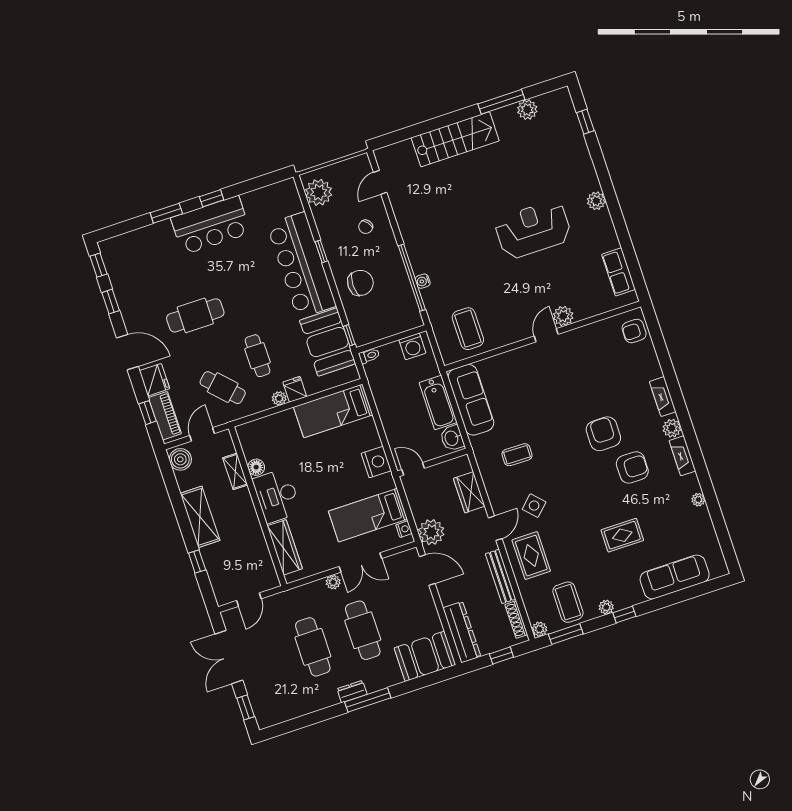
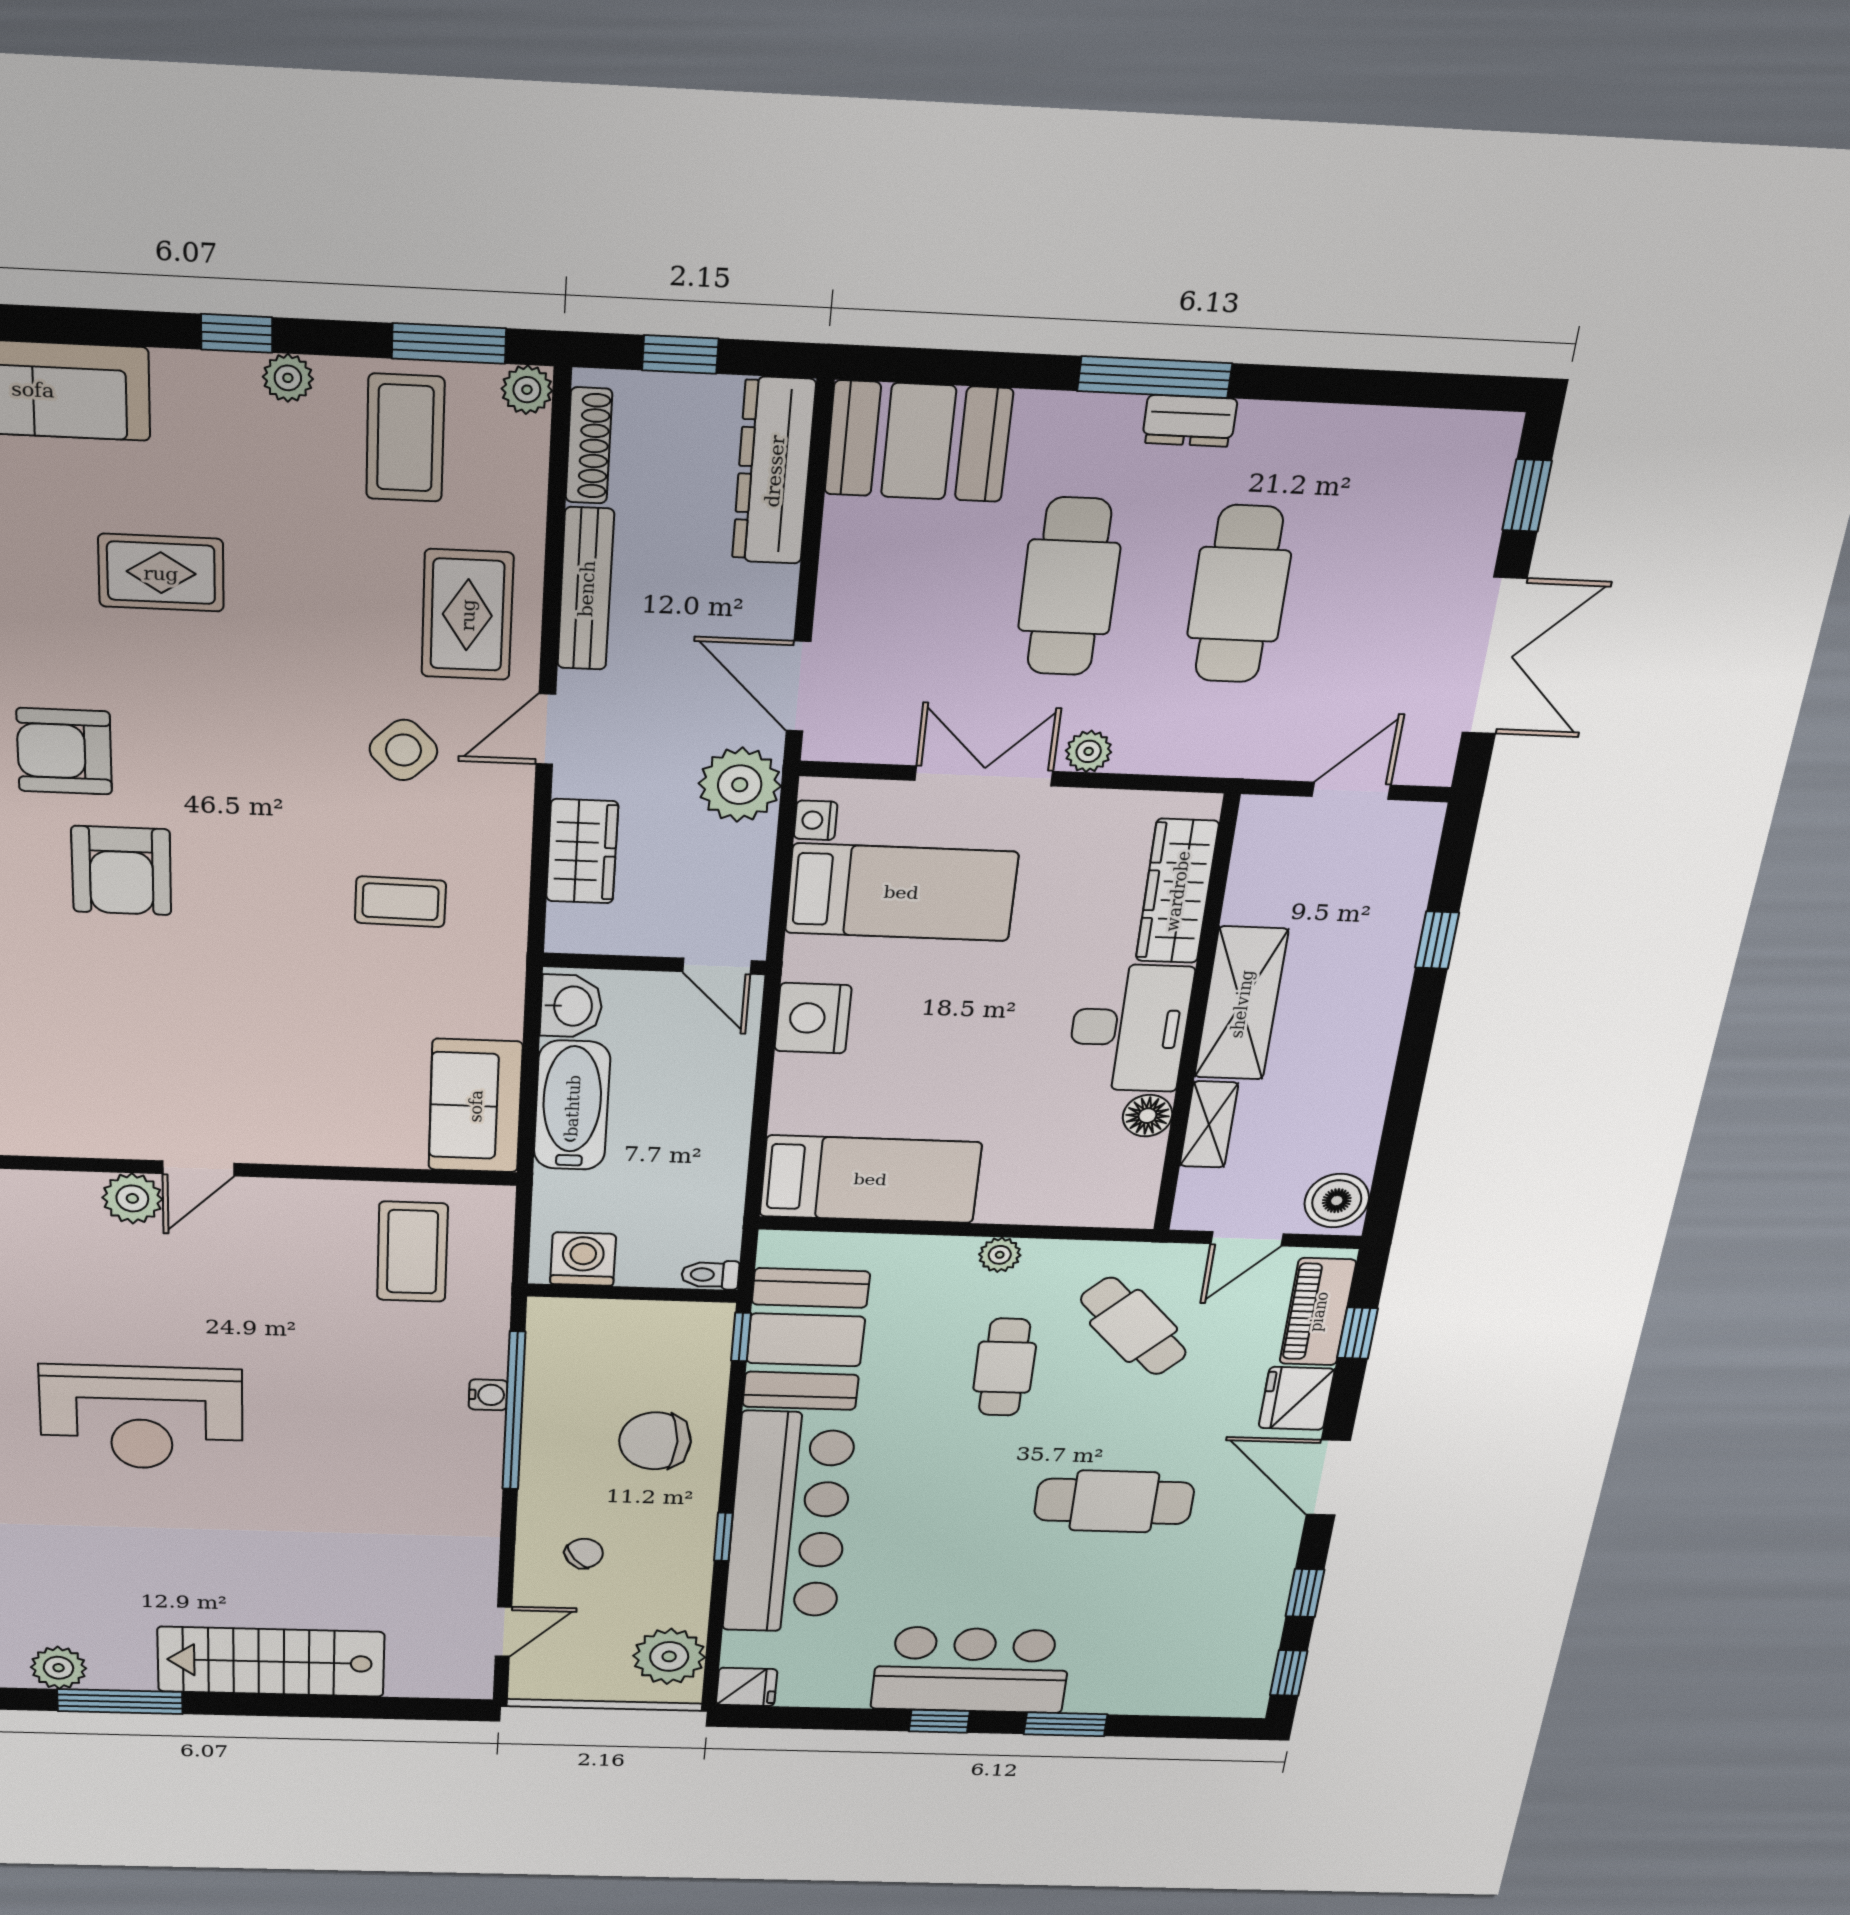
fridge: (295, 389) -> (747, 1687), moved, turned -90
sofa: (471, 400) -> (475, 1106), width x0.73
shelving: (200, 517) -> (1241, 1004), moved

